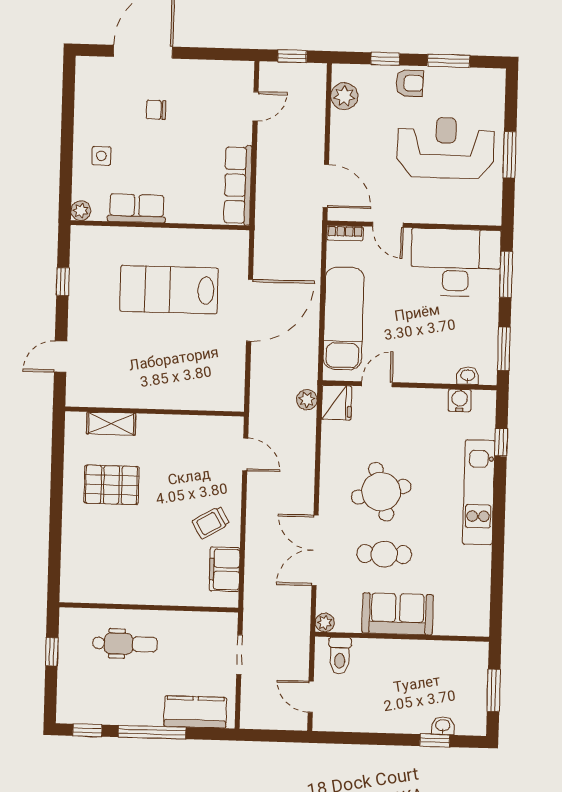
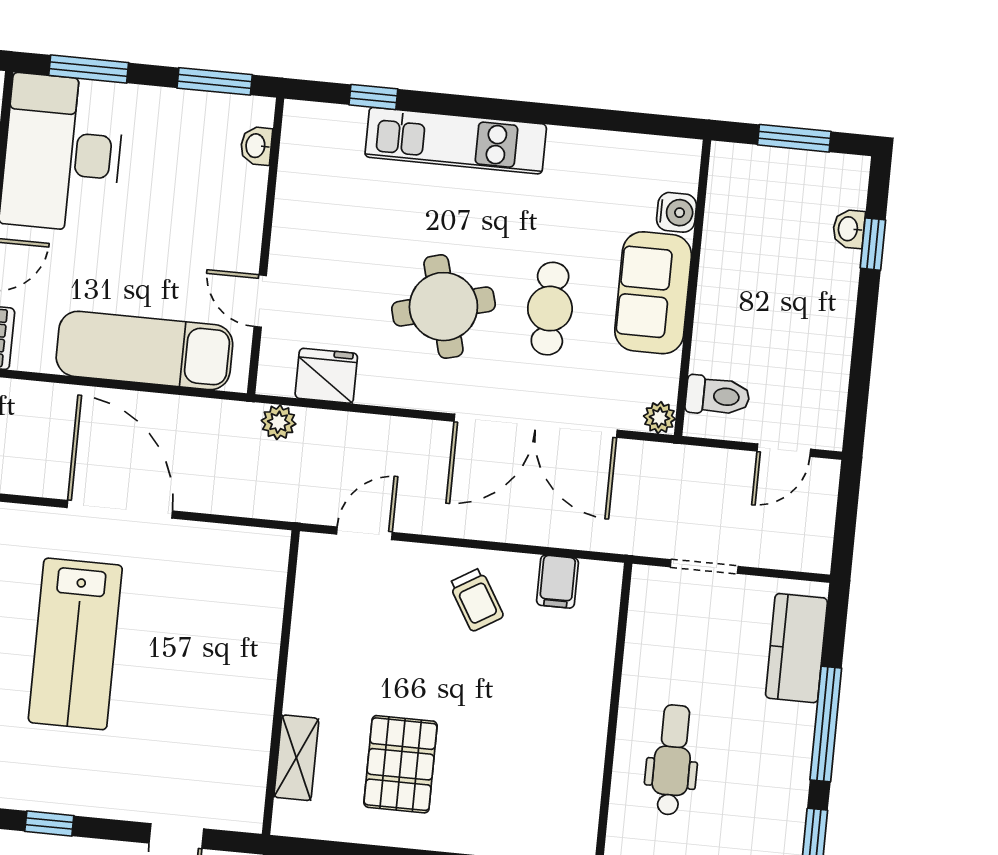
water cooler: (460, 400) -> (676, 212), moved, turned 180
fridge: (337, 403) -> (326, 376), moved
double door: (315, 550) -> (536, 426), width x1.36
filing cabinet: (225, 569) -> (557, 582), width x0.50

